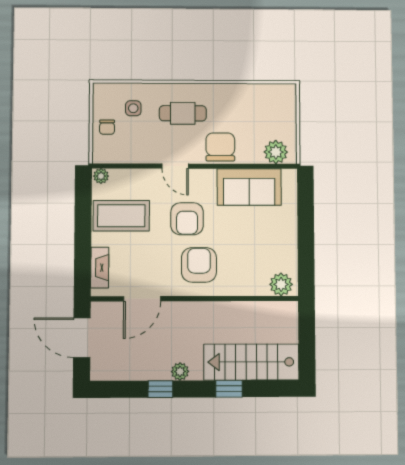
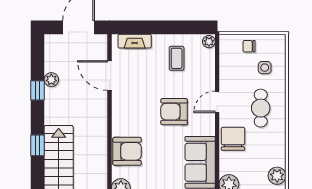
plant: (265, 94) -> (277, 176), added
chair: (220, 147) -> (233, 139), turned -90
coffee table: (121, 216) -> (177, 58), width x0.54, depth x0.58
armchair: (199, 265) -> (127, 151), moved
plant: (180, 372) -> (51, 80), moved

